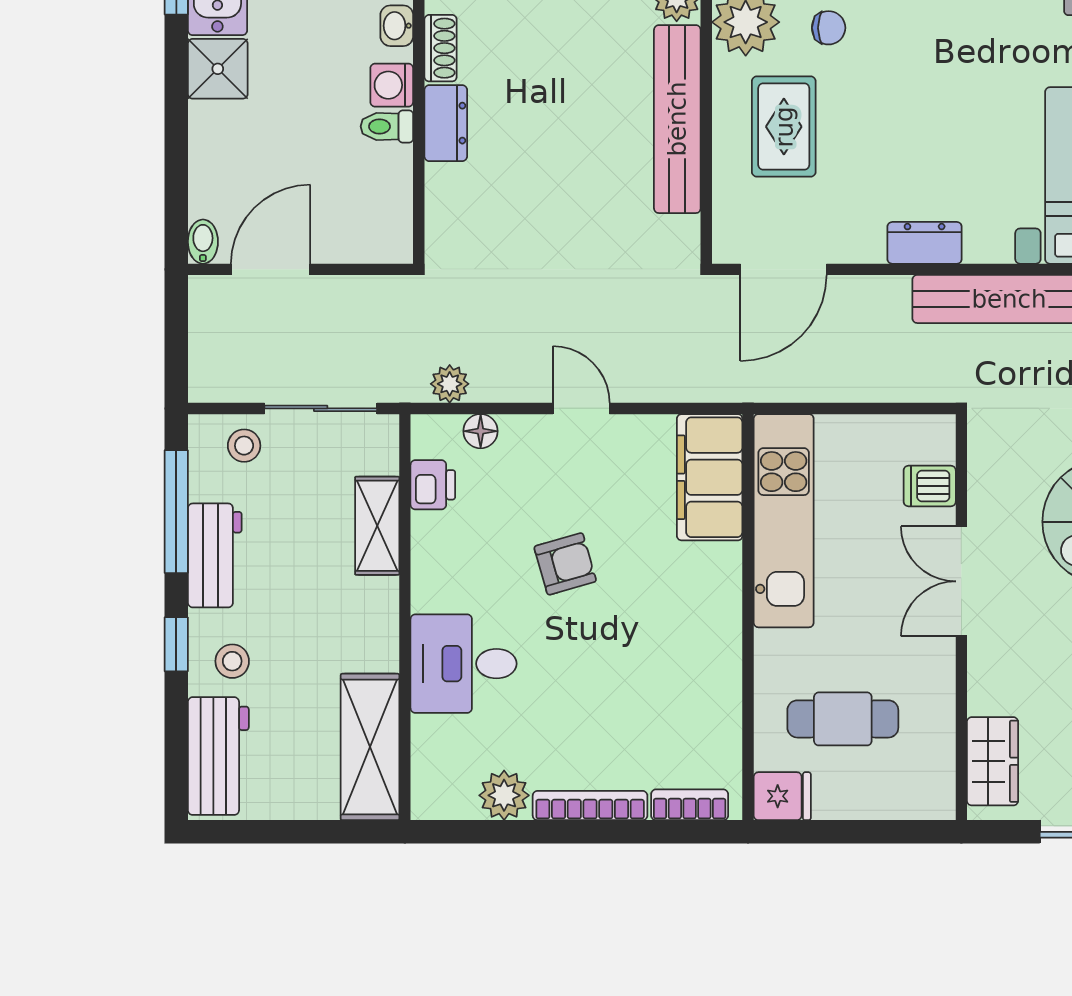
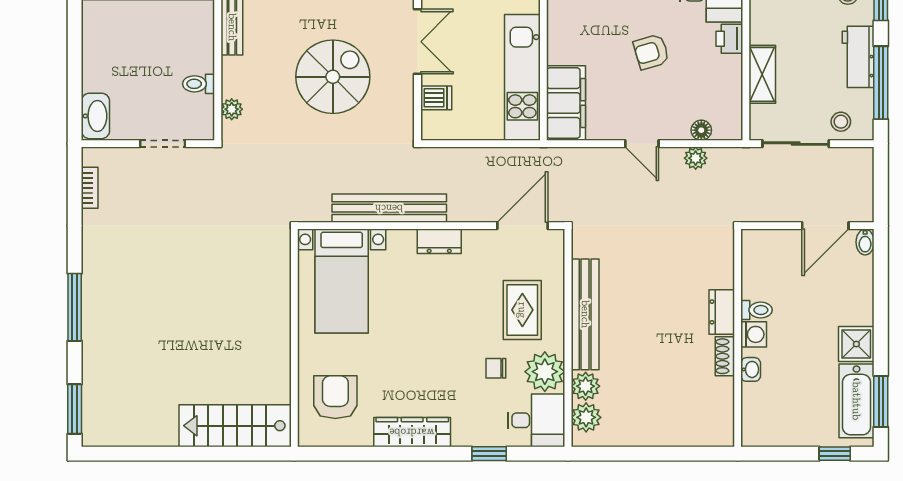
plant: (450, 384) -> (696, 158), moved
printer: (433, 485) -> (729, 39), moved

